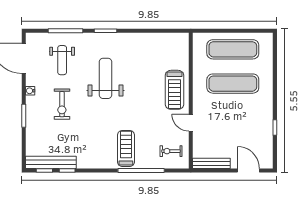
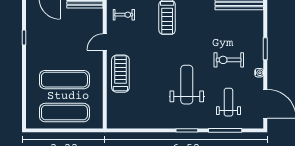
weight bench: (106, 78) -> (187, 85), turned 180
exercise bike: (62, 104) -> (229, 60), turned -90
door: (191, 123) -> (105, 42), swing flipped

